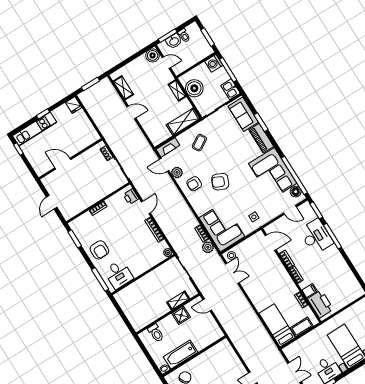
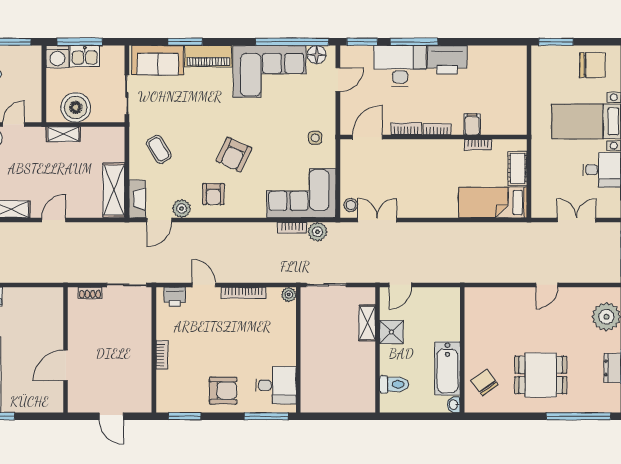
kitchen sink: (231, 89) -> (85, 56), moved
shelving: (183, 122) -> (114, 190), moved
printer: (320, 304) -> (447, 60), moved, turned 180

